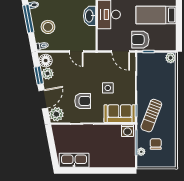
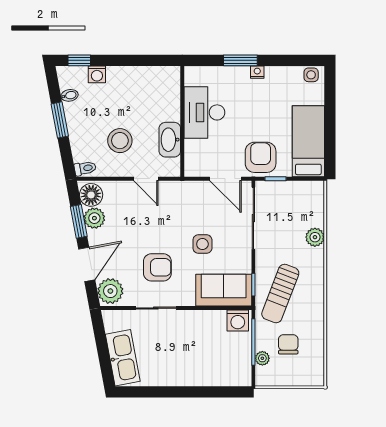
bed: (156, 15) -> (308, 141), moved, turned 90
washbasin: (90, 16) -> (170, 140), moved
window: (28, 19) -> (60, 120), width x0.69
stool: (48, 27) -> (120, 141), moved
armchair: (140, 40) -> (261, 157), turned 90
plant: (171, 58) -> (315, 237), moved
kitchen sink: (74, 160) -> (123, 358), moved, turned 79

